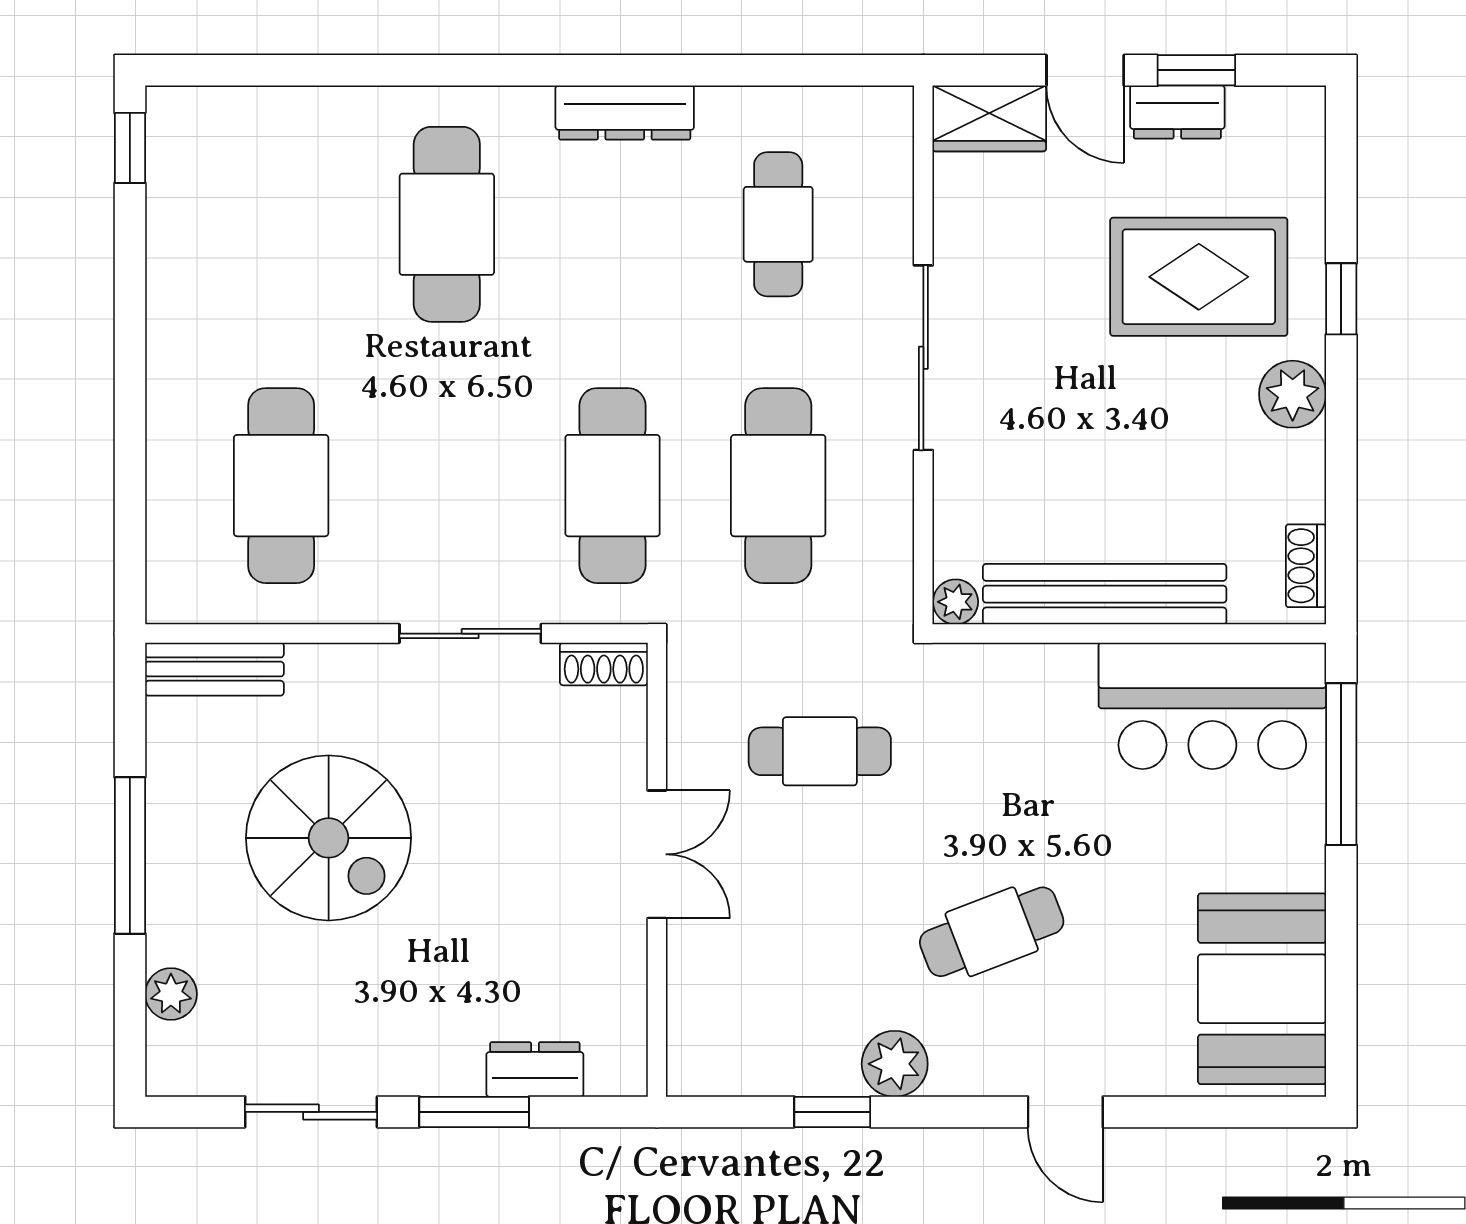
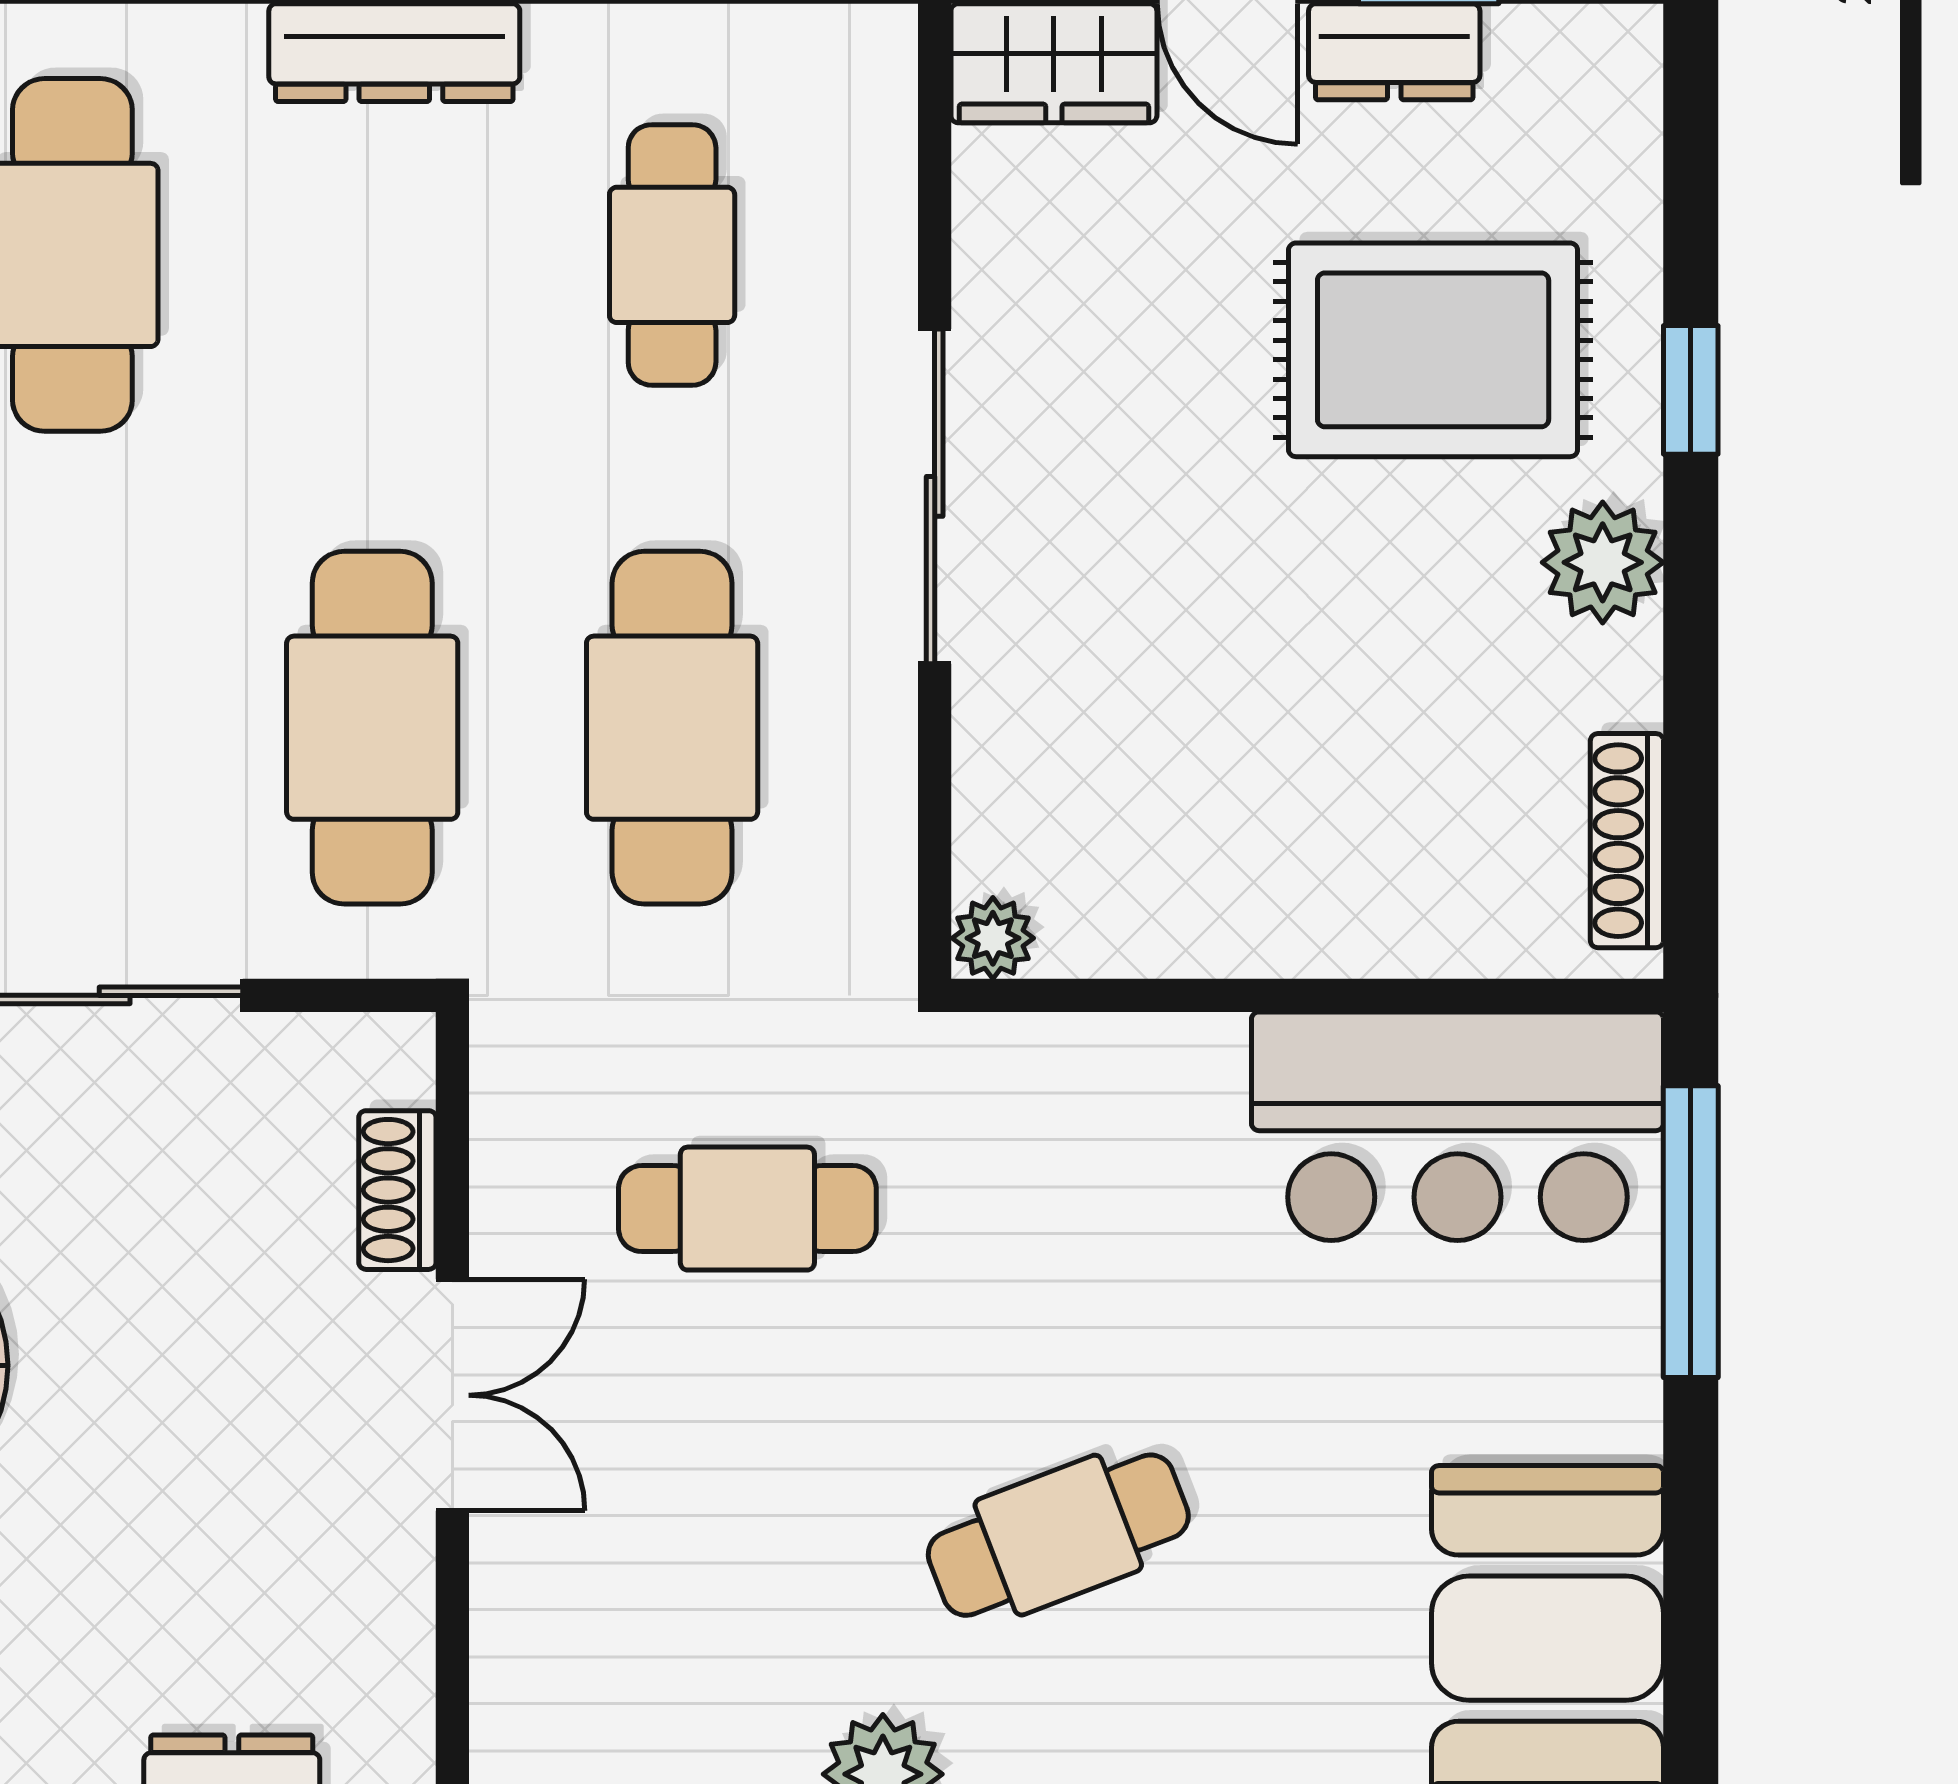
shoe rack: (1306, 566) -> (1627, 841), width x1.43
bench: (1105, 594) -> (1263, 924), removed
shoe rack: (604, 664) -> (397, 1190), moved, turned 90

